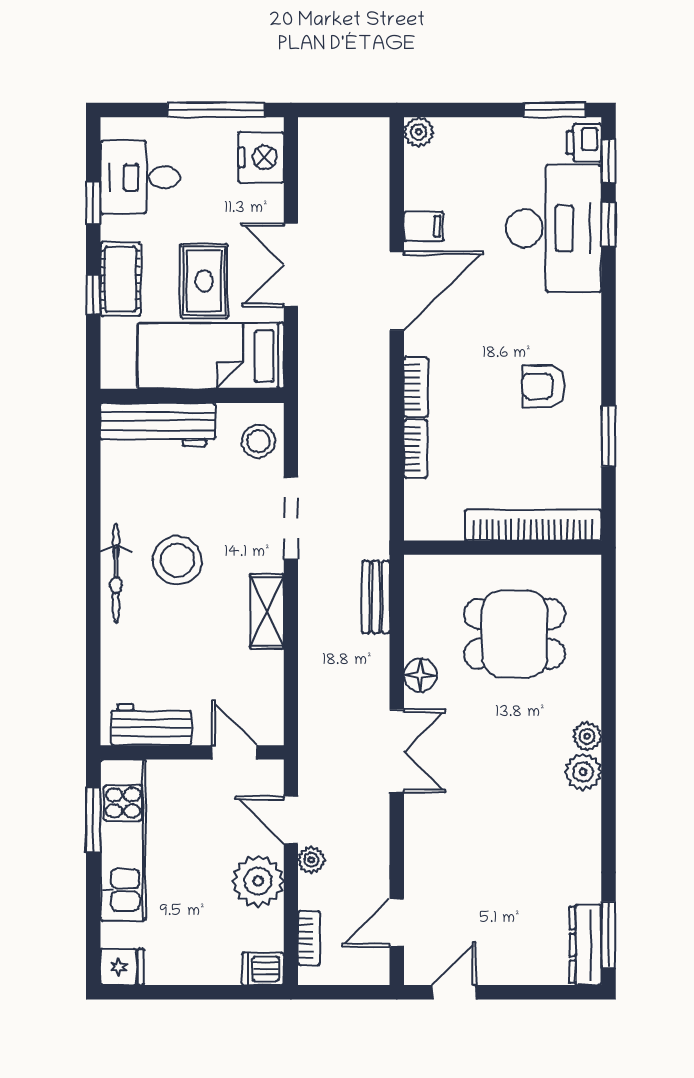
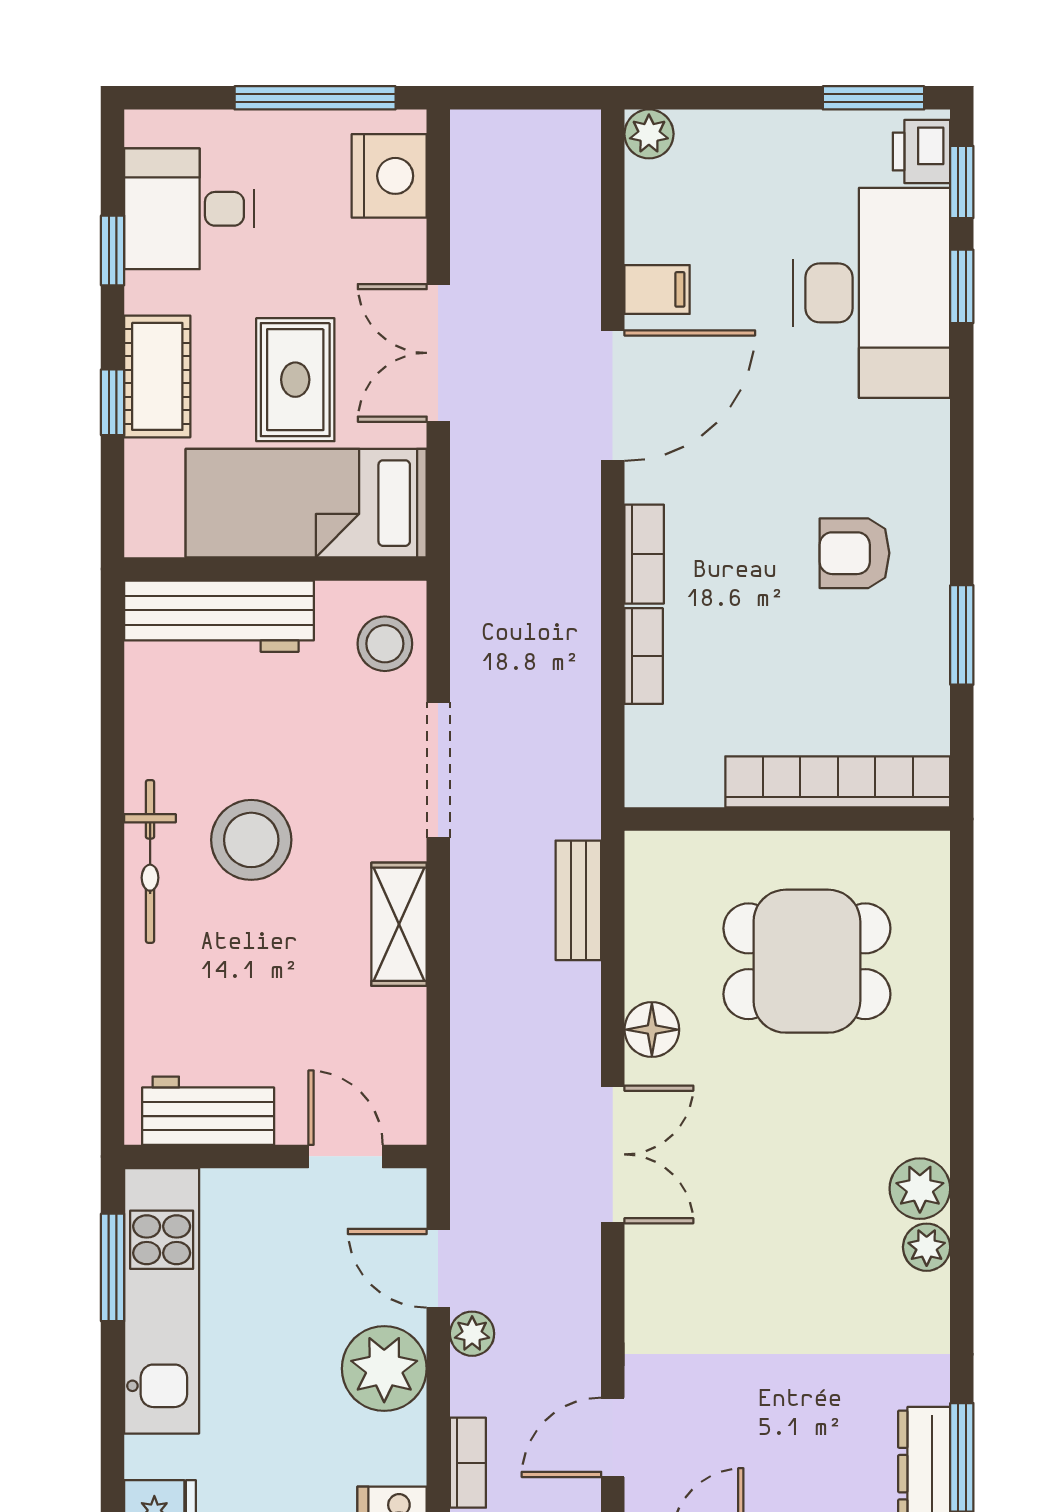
plant: (587, 736) -> (927, 1247), moved

